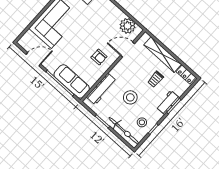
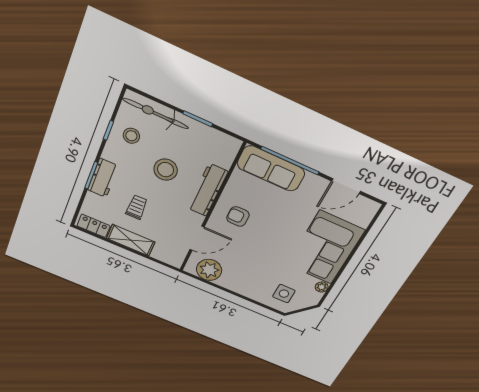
shelving: (163, 55) -> (131, 240), width x0.68
workbench: (101, 89) -> (208, 190), moved

